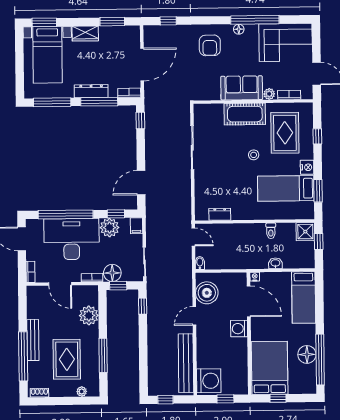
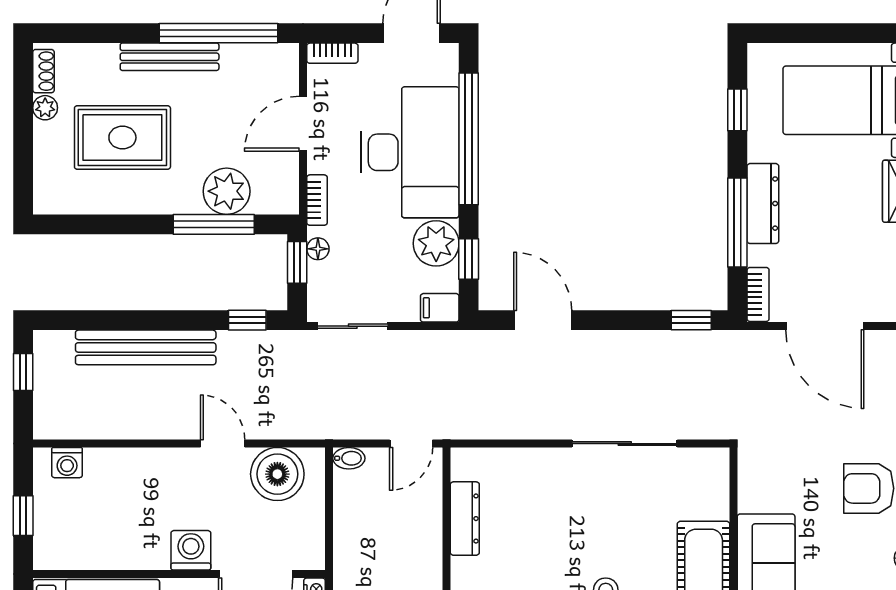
window: (52, 102) -> (737, 110), width x0.46
dresser: (220, 214) -> (465, 519), width x1.44
floor lamp: (112, 273) -> (318, 249), width x0.53, depth x0.53
window: (103, 355) -> (214, 224), moved
window: (23, 356) -> (218, 33), moved
bench: (186, 363) -> (146, 347), moved
washing machine: (209, 381) -> (67, 463), width x0.53, depth x0.53
plant: (82, 391) -> (45, 108), moved

